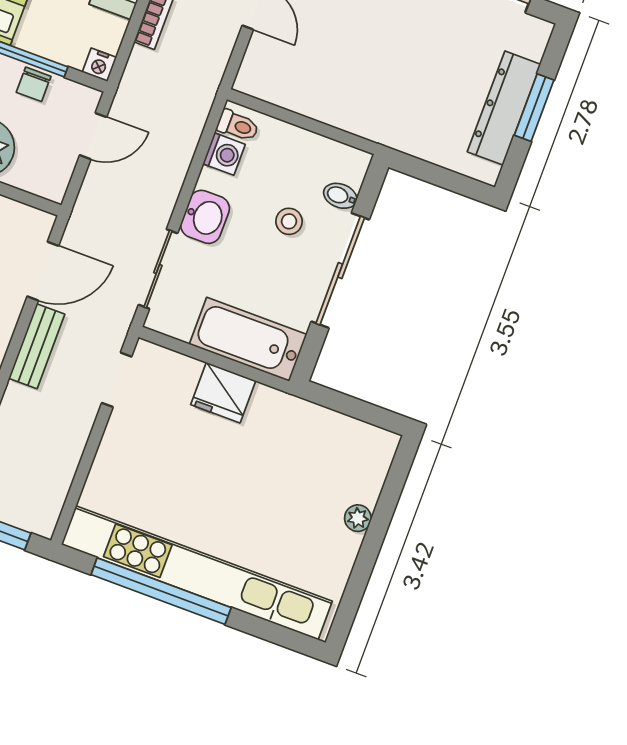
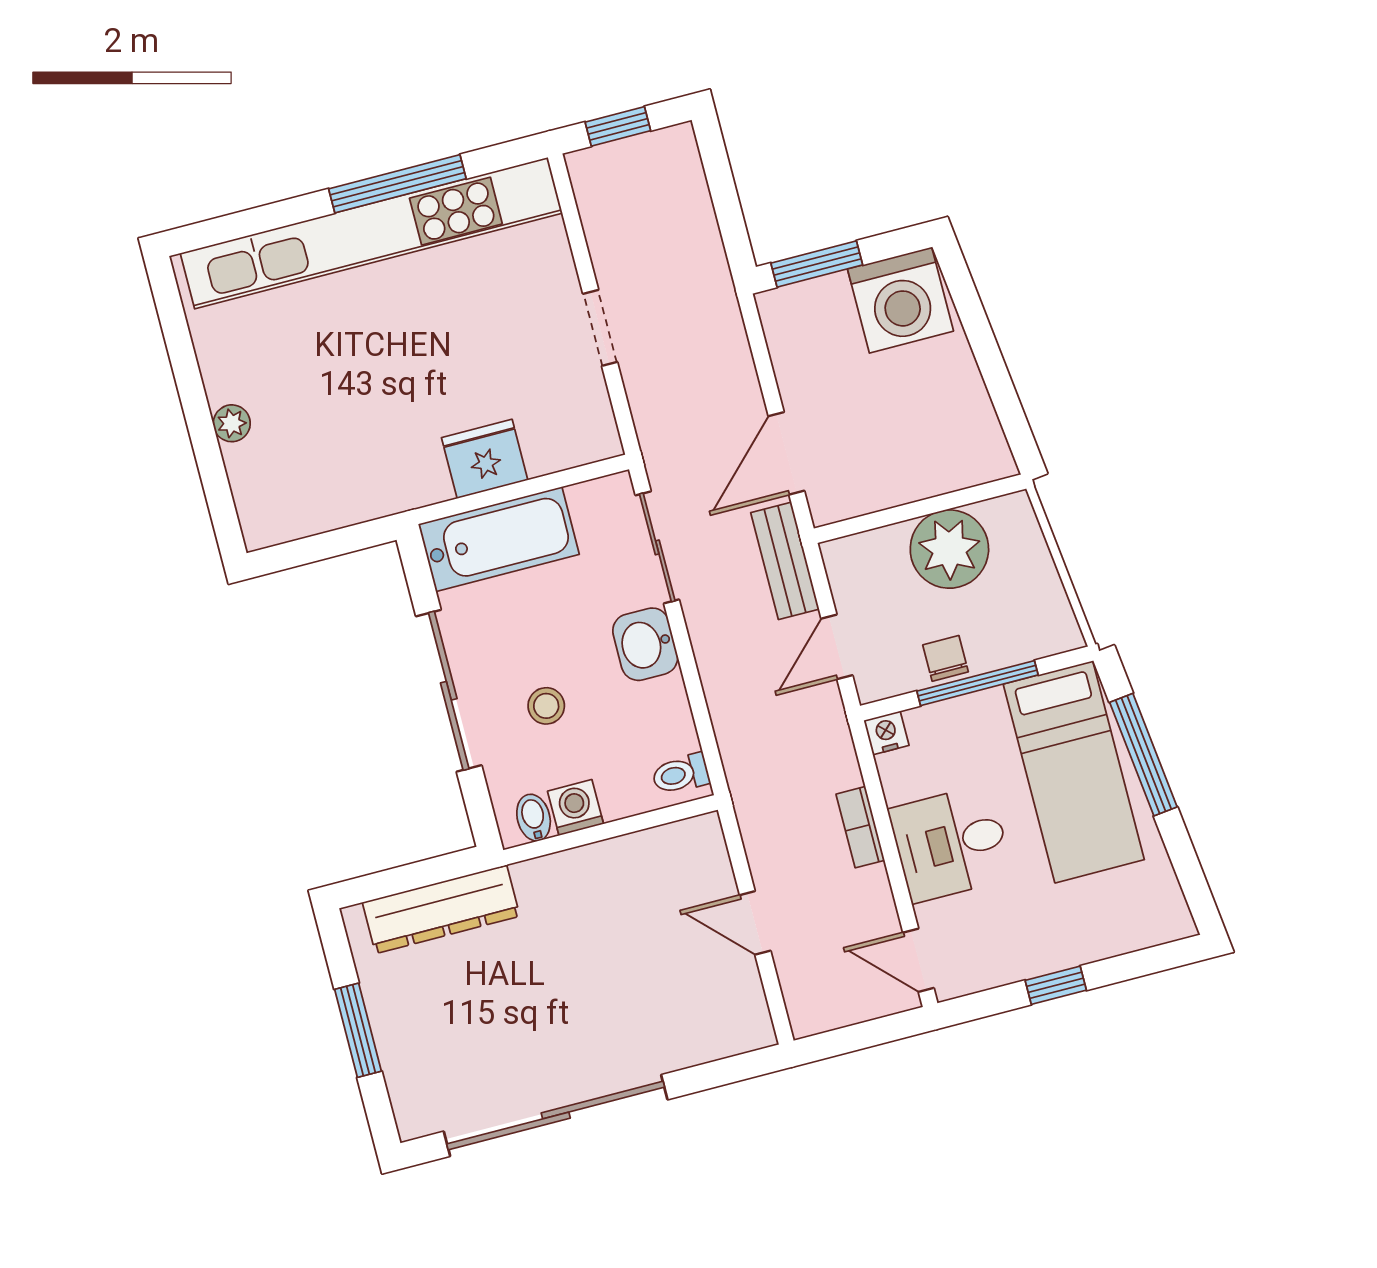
dresser: (504, 108) -> (441, 909), moved, turned 90
washing machine: (224, 154) -> (575, 808), moved, turned 90
bidet: (340, 196) -> (534, 818), moved, turned -90
bench: (37, 346) -> (785, 561), moved
doorway: (117, 380) -> (600, 328), moved
window: (161, 591) -> (397, 184), width x0.68

